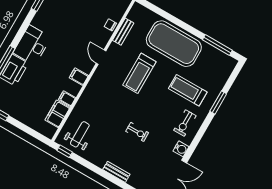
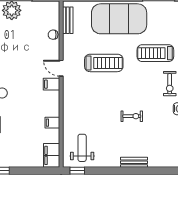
bench: (123, 32) -> (68, 20), moved
treadmill: (139, 73) -> (104, 63), turned -90
filing cabinet: (79, 77) -> (52, 84), moved
filing cabinet: (57, 114) -> (52, 155), moved

